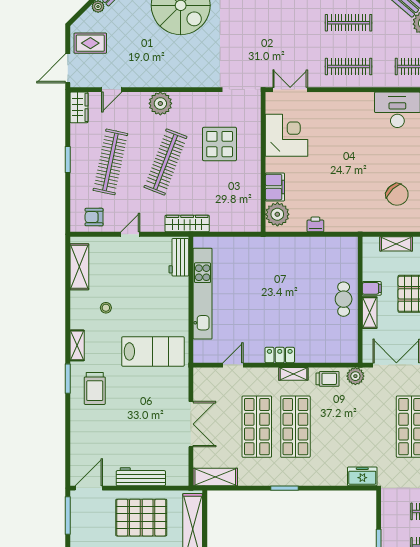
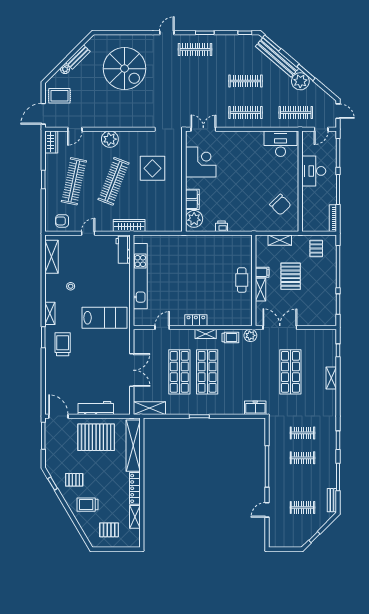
trolley: (95, 388) -> (63, 344), turned 180
door: (89, 488) -> (58, 416), hinge flipped

